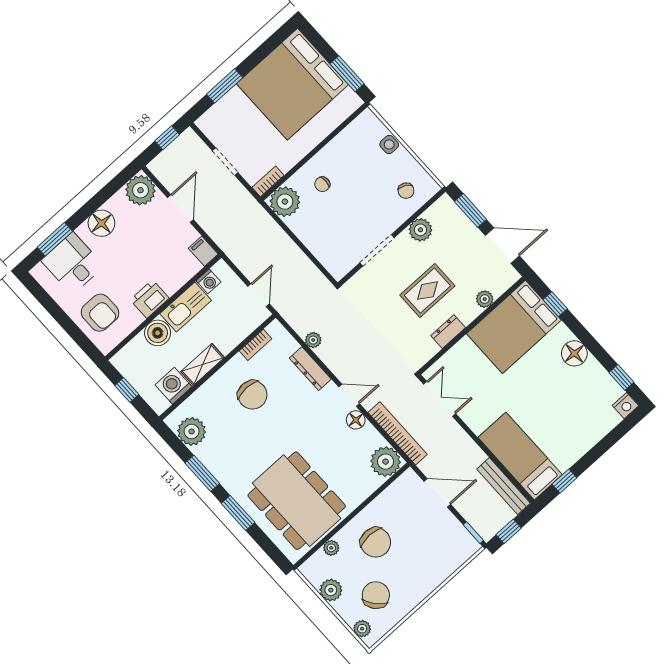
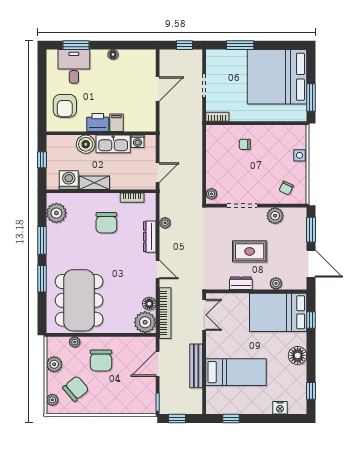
plant: (140, 190) -> (145, 60), removed
plant: (285, 202) -> (212, 194), moved, width x0.53, depth x0.53
floor lamp: (101, 223) -> (113, 54), width x0.53, depth x0.53
filing cabinet: (203, 251) -> (116, 123), moved
nightstand: (625, 406) -> (280, 408), moved
floor lamp: (356, 420) -> (149, 304), moved
bed: (520, 456) -> (236, 372), moved, turned 90
bench: (504, 486) -> (196, 366), moved
door: (437, 493) -> (158, 364), swing flipped

